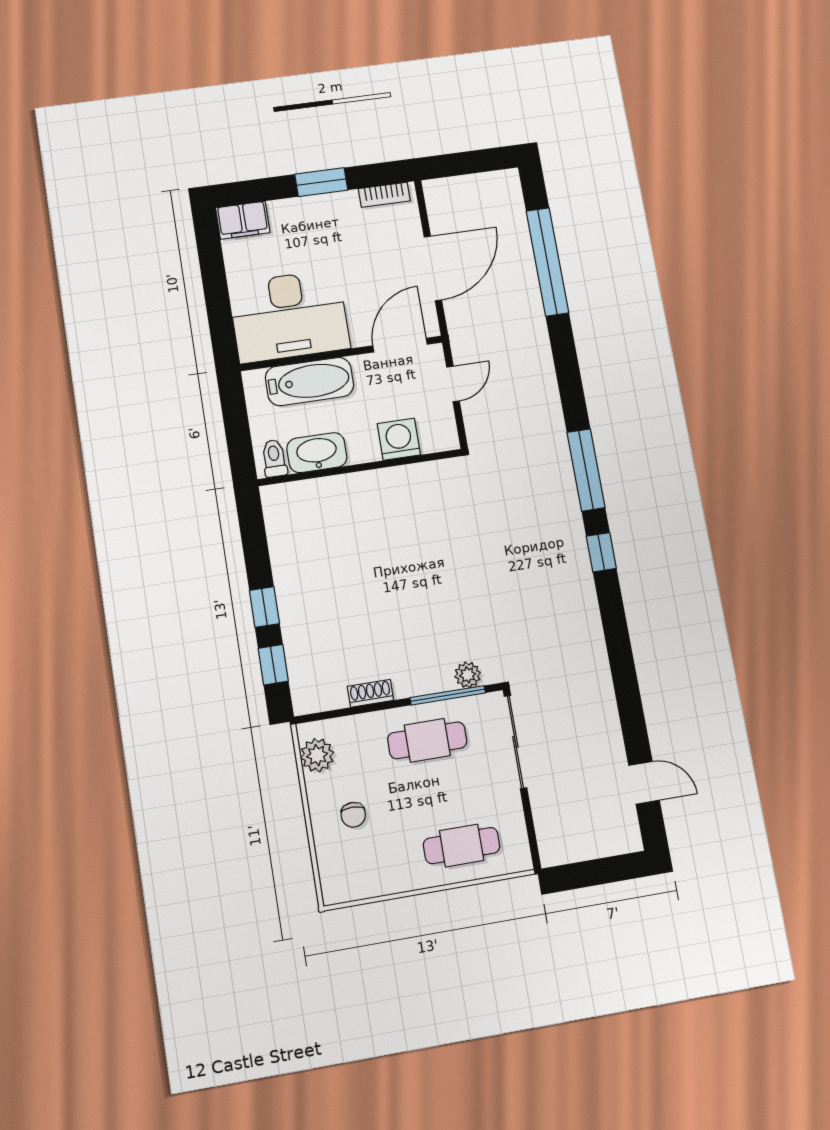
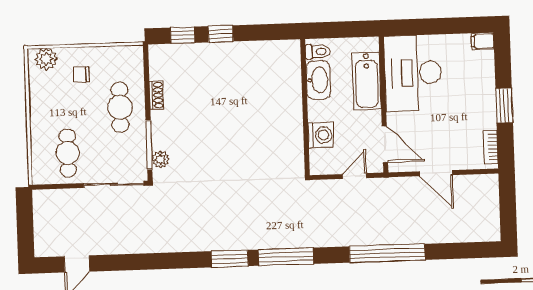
filing cabinet: (243, 220) -> (483, 41), width x0.50
window: (547, 262) -> (387, 253), moved
door: (433, 268) -> (436, 173), width x0.73
door: (453, 384) -> (354, 176), swing flipped
window: (601, 552) -> (230, 259), width x1.50
cafe table: (427, 740) -> (120, 107), moved
plant: (317, 755) -> (46, 59), moved
cafe table: (462, 846) -> (68, 153), moved

